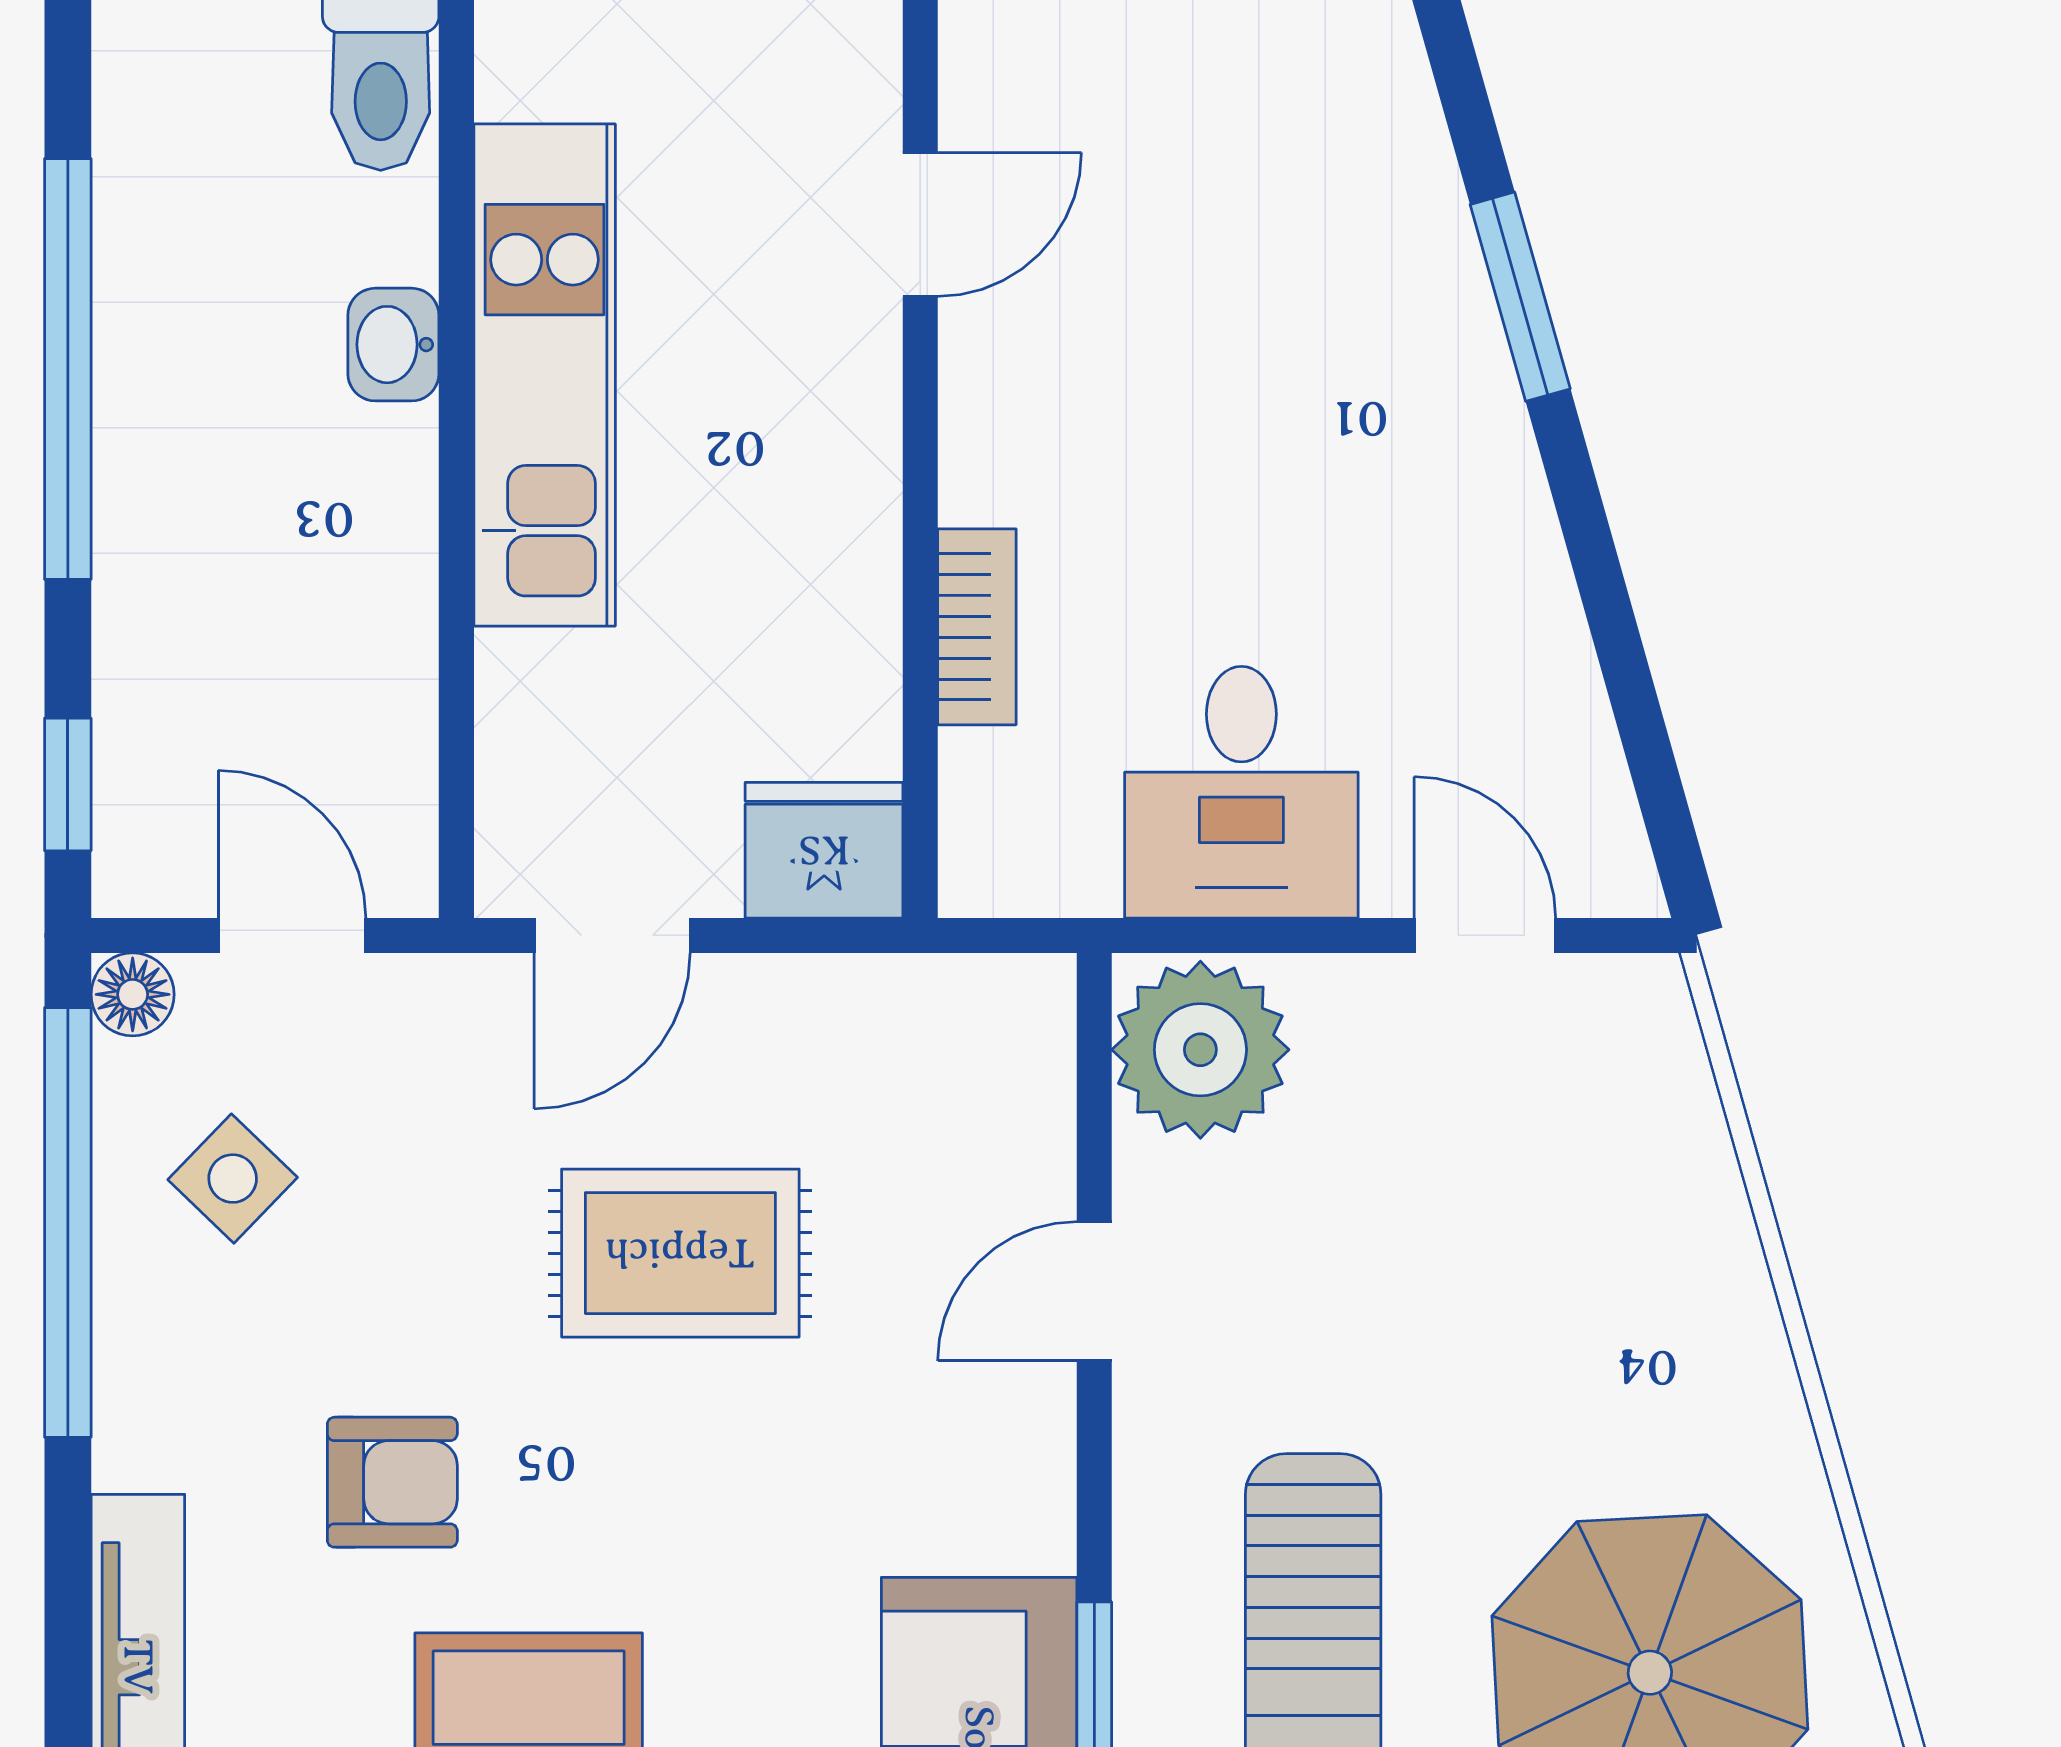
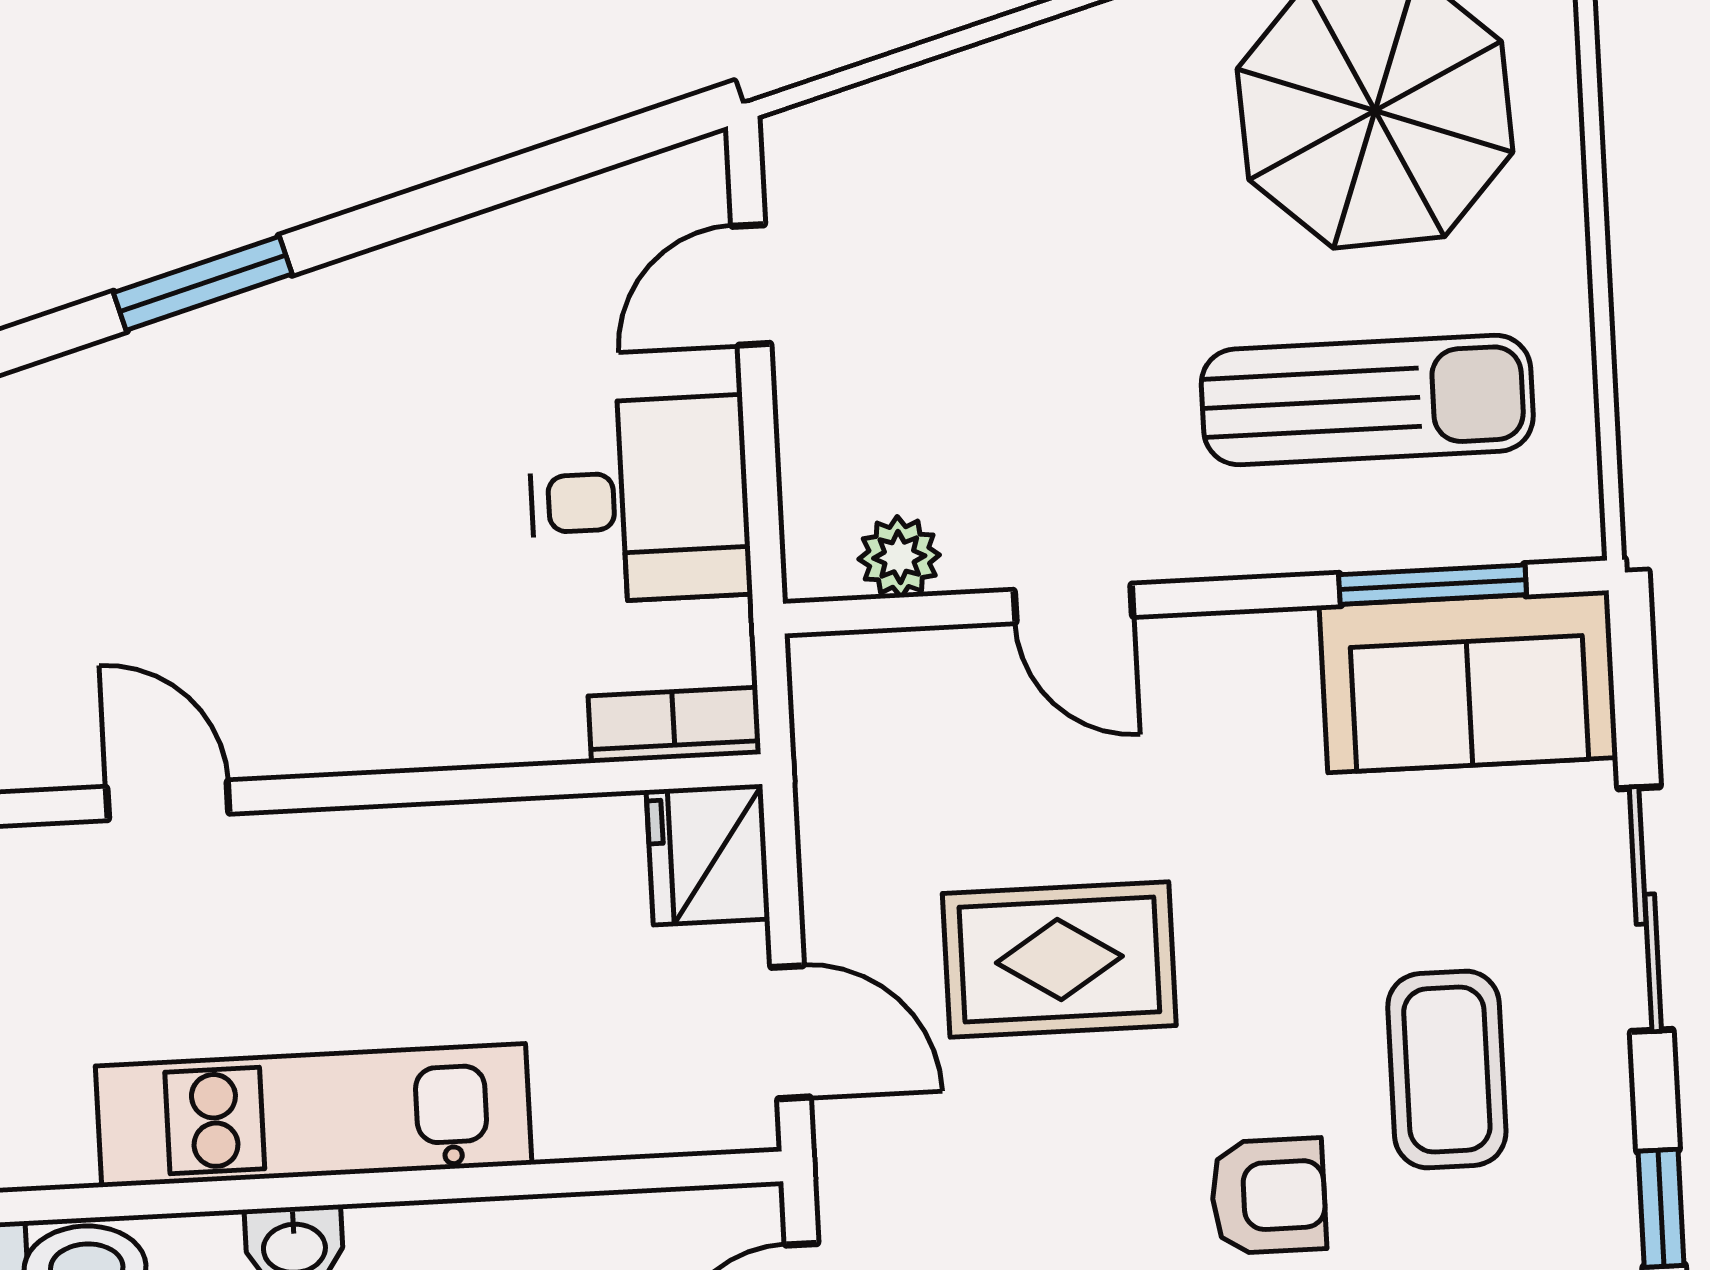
bookcase: (977, 627) -> (674, 725), moved
plant: (1200, 1050) -> (899, 557), width x0.53, depth x0.53
rug: (680, 1253) -> (1059, 959), turned 90
armchair: (392, 1482) -> (1268, 1196), turned 90

